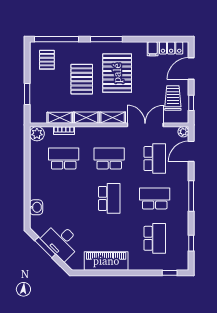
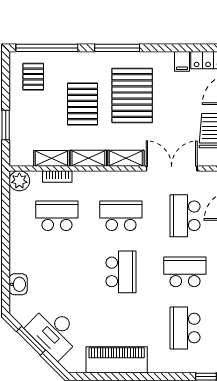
school desk: (155, 159) -> (185, 216), turned 180
school desk: (155, 238) -> (185, 328), turned 180

